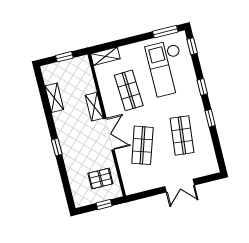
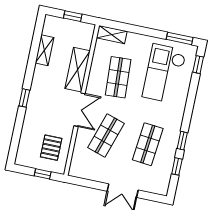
window: (202, 87) -> (177, 166), moved
shelving: (94, 107) -> (78, 70), width x1.50, depth x1.33
pallet: (100, 179) -> (51, 148), turned 90

